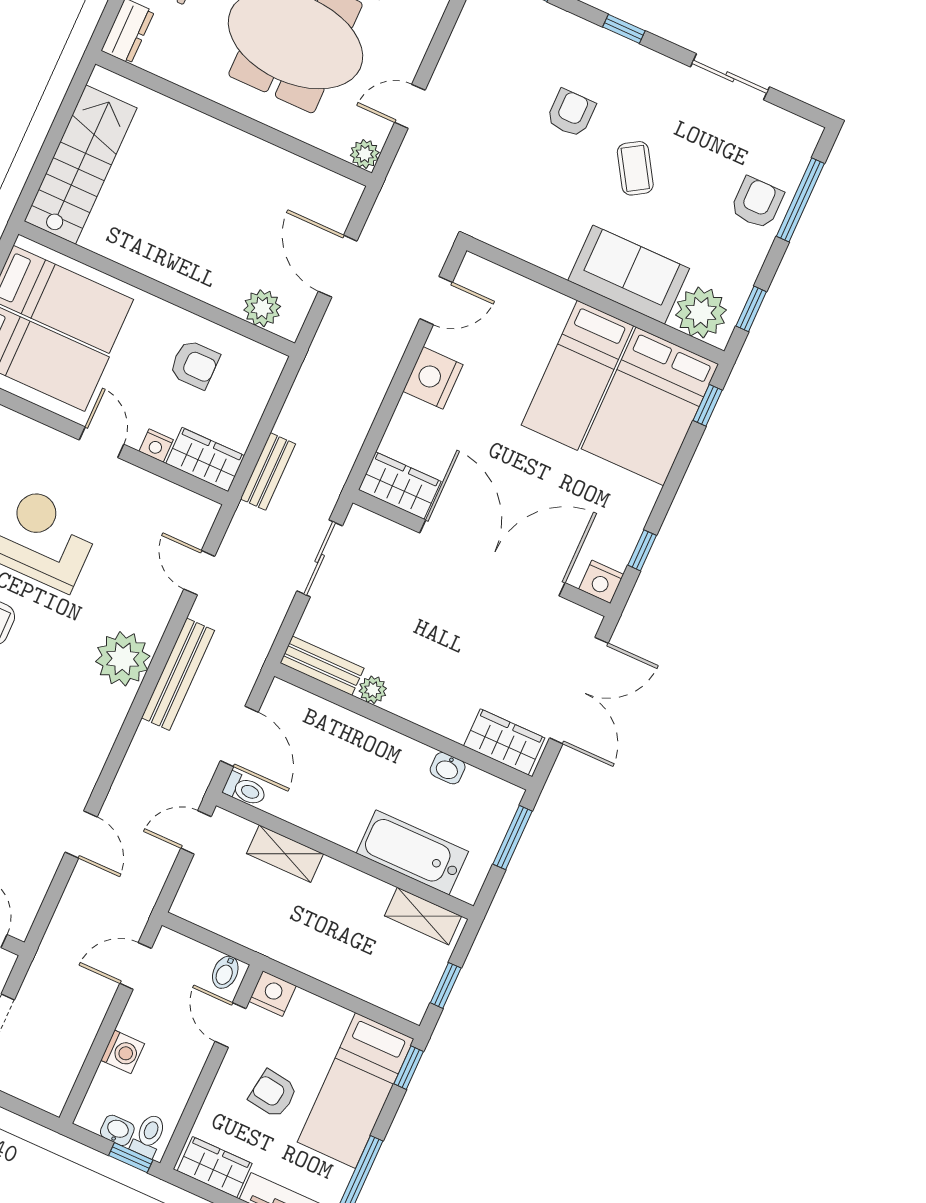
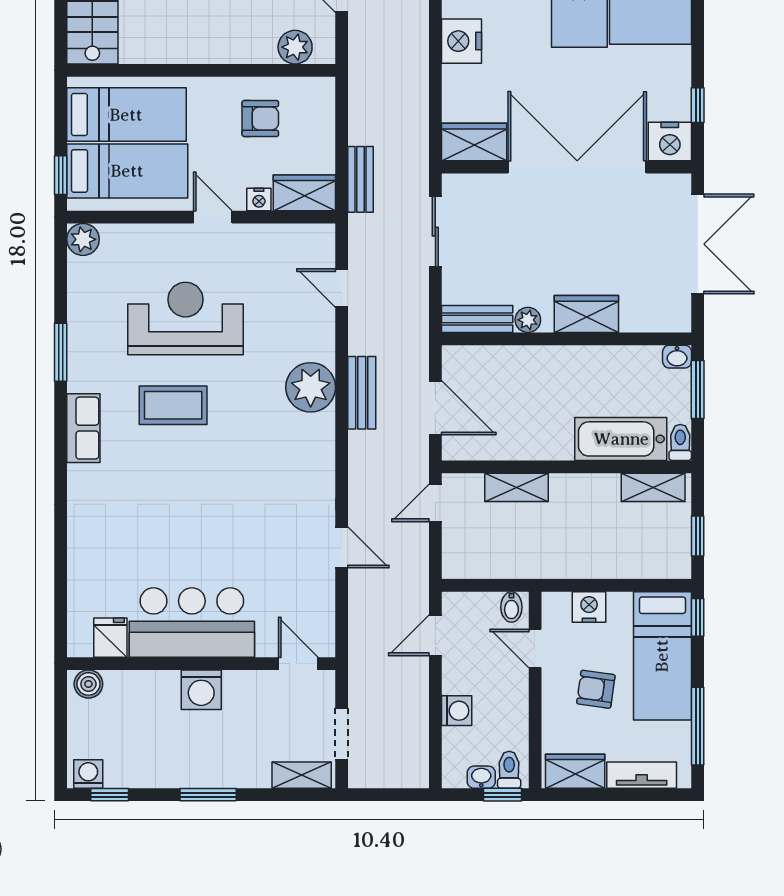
nightstand: (601, 582) -> (670, 141), width x1.36, depth x1.33
bench: (178, 674) -> (362, 393), width x0.73
wardrobe: (504, 742) -> (586, 314), moved
washbasin: (448, 768) -> (677, 357), moved
toilet: (245, 790) -> (680, 442), moved, turned -90
nightstand: (273, 994) -> (589, 607), moved

